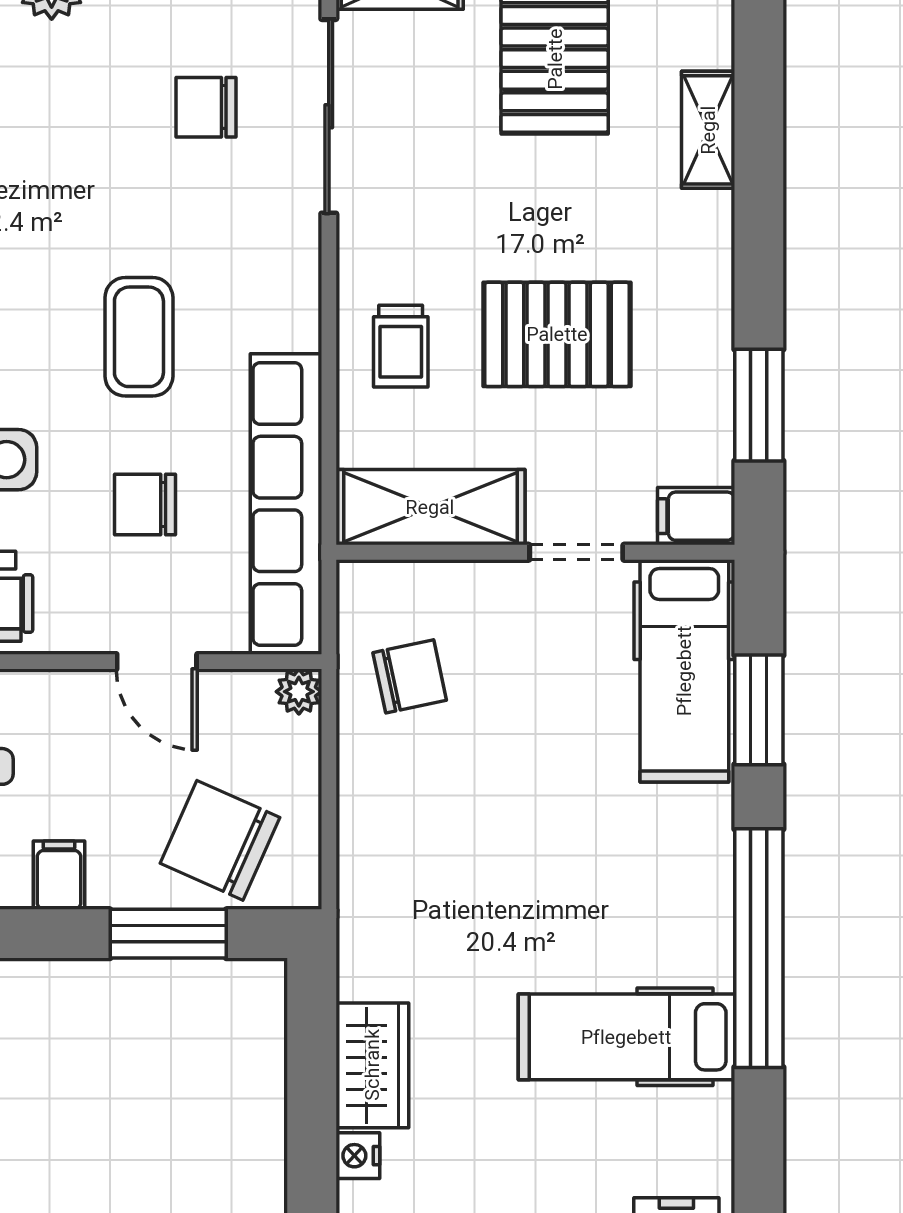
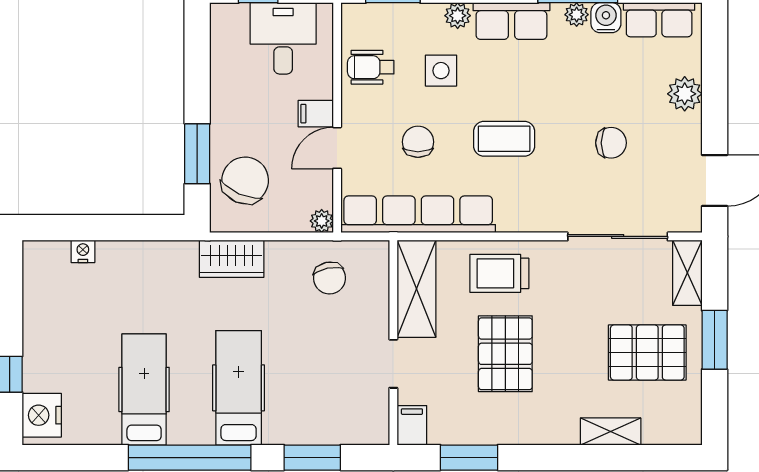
chair: (206, 107) -> (611, 143), moved, turned 90
trolley: (401, 346) -> (499, 273), width x1.36, depth x1.39
hospital bed: (684, 671) -> (239, 388), moved, turned 90
filing cabinet: (59, 875) -> (316, 114), moved, turned 180
wardrobe: (372, 1065) -> (232, 259), moved

